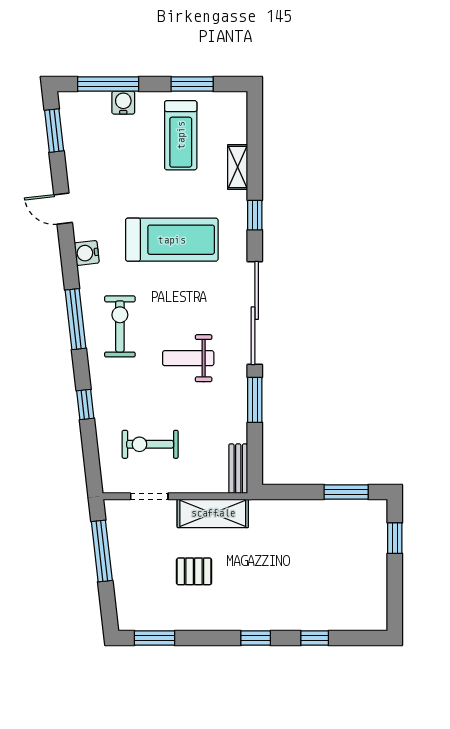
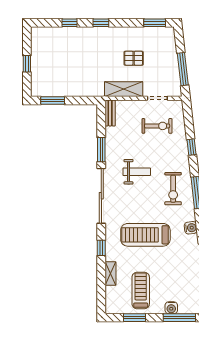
window: (395, 538) -> (27, 64), moved

